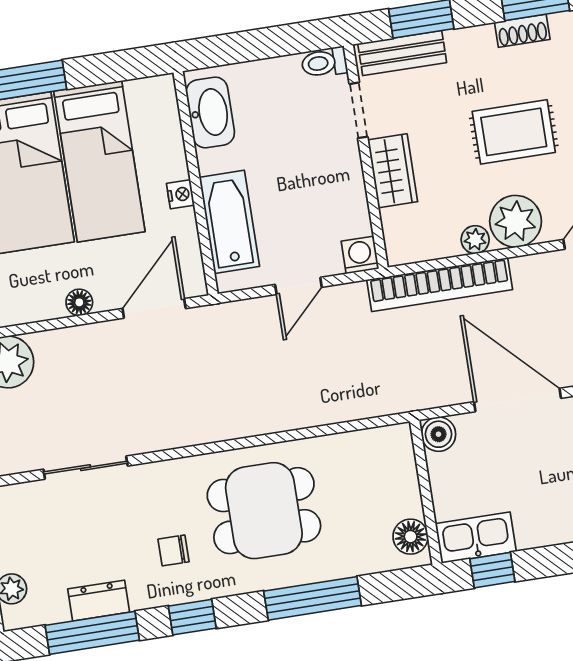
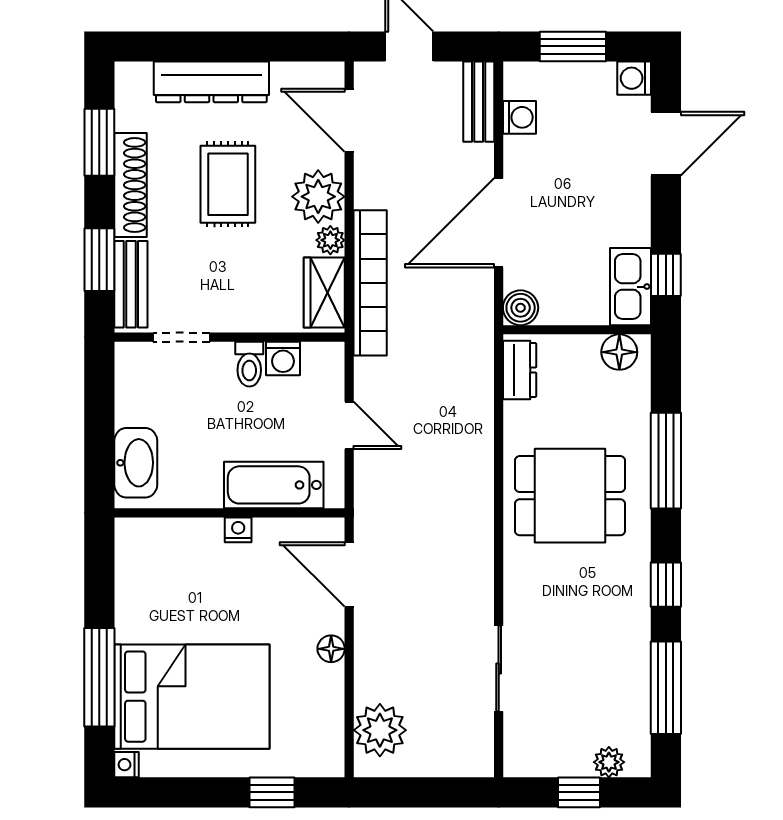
shoe rack: (522, 31) -> (130, 185), width x1.94, depth x1.24
toilet: (324, 63) -> (249, 364), moved
washbasin: (210, 112) -> (136, 463), moved, turned 90
bed: (99, 161) -> (192, 606), removed
wardrobe: (393, 171) -> (324, 292), moved, turned -90
washing machine: (360, 255) -> (283, 359), moved, turned -90
dining table: (264, 511) -> (570, 496), turned 90
chair: (174, 550) -> (596, 593), removed
dresser: (99, 601) -> (520, 370), moved, turned 180

